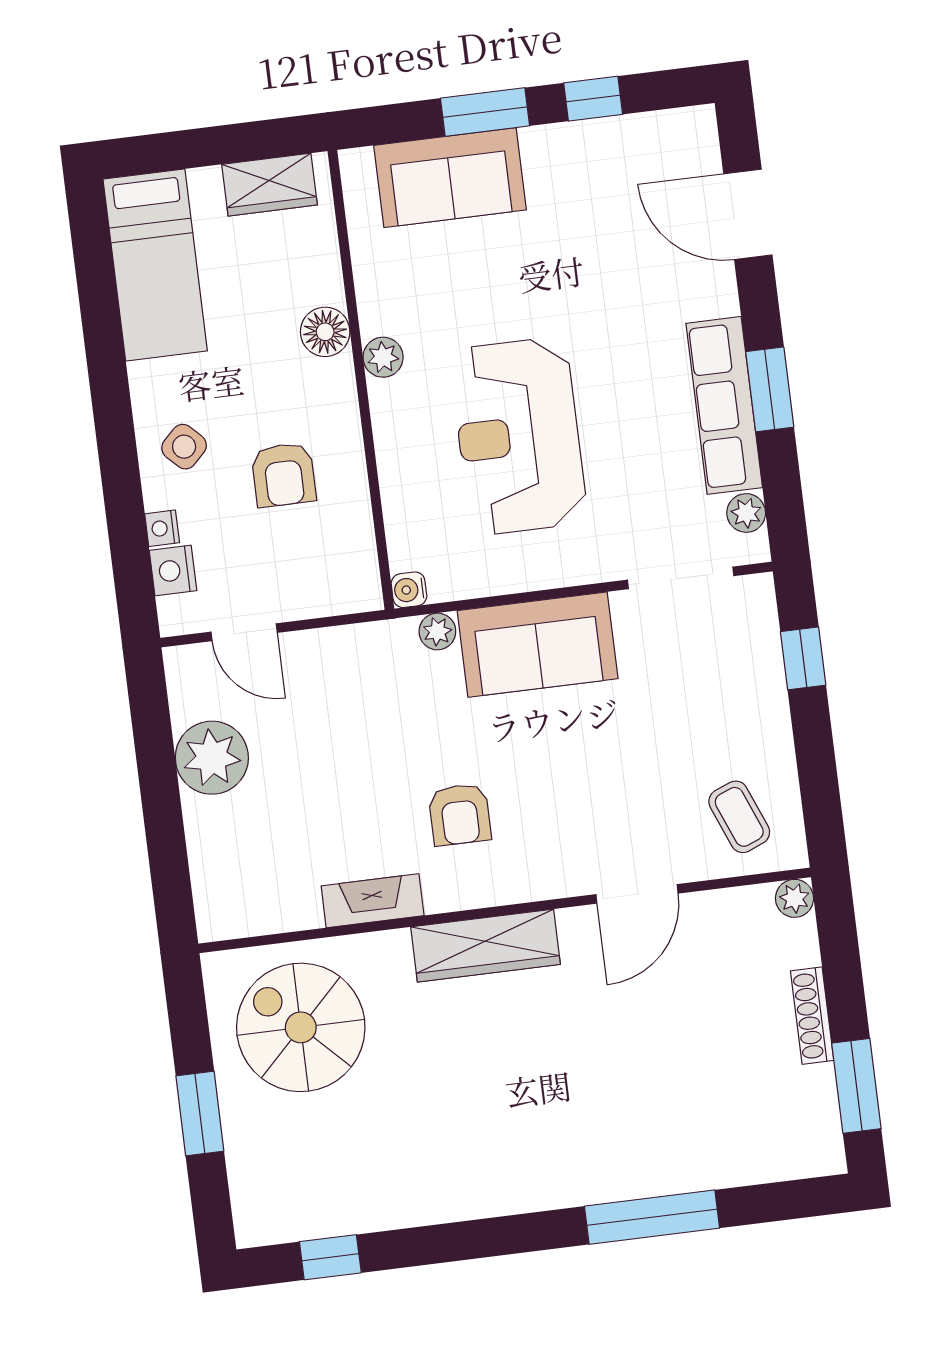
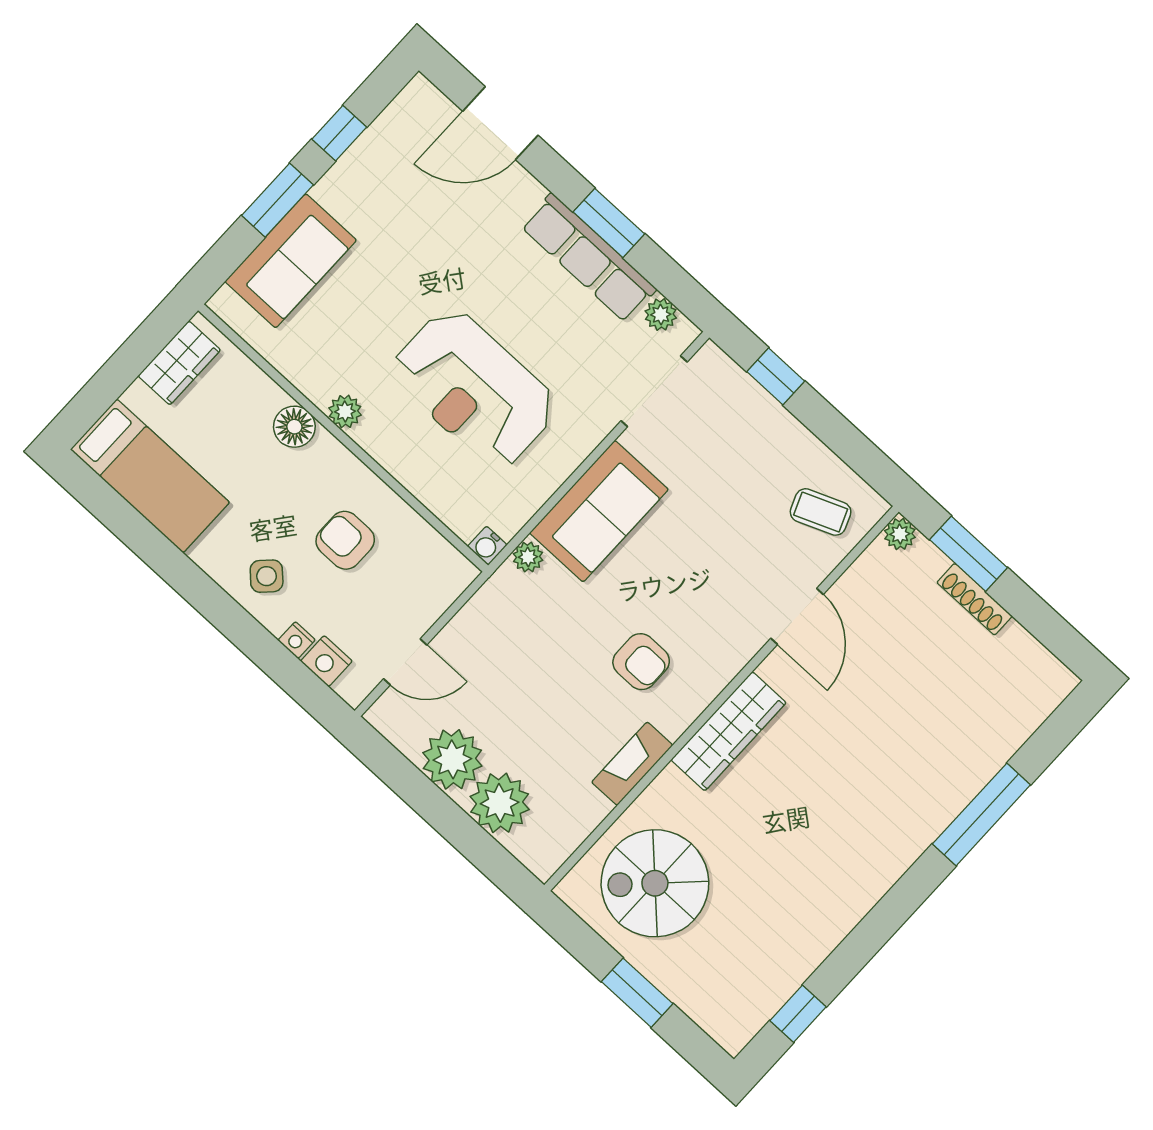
armchair: (284, 475) -> (345, 540), turned 180
plant: (221, 834) -> (500, 803), added
window: (856, 1086) -> (969, 554), moved

